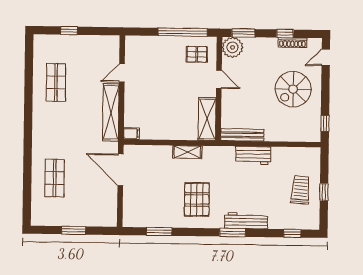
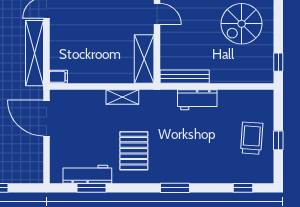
workbench: (246, 221) -> (87, 174), moved

